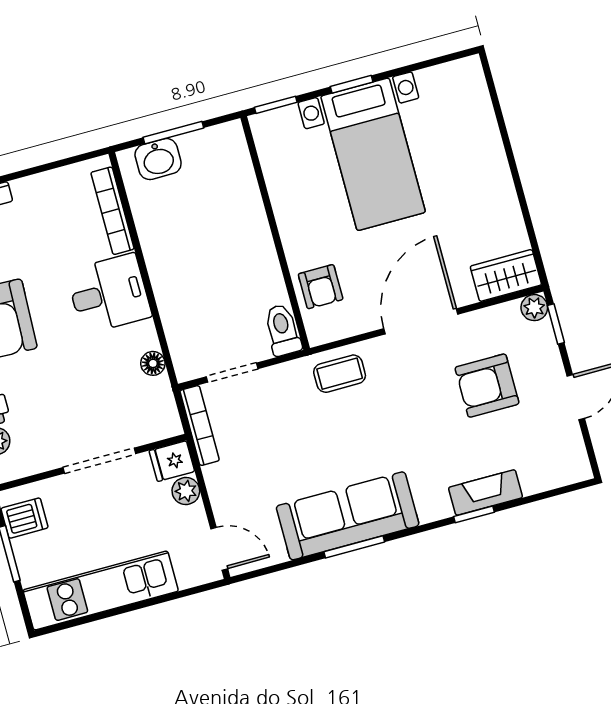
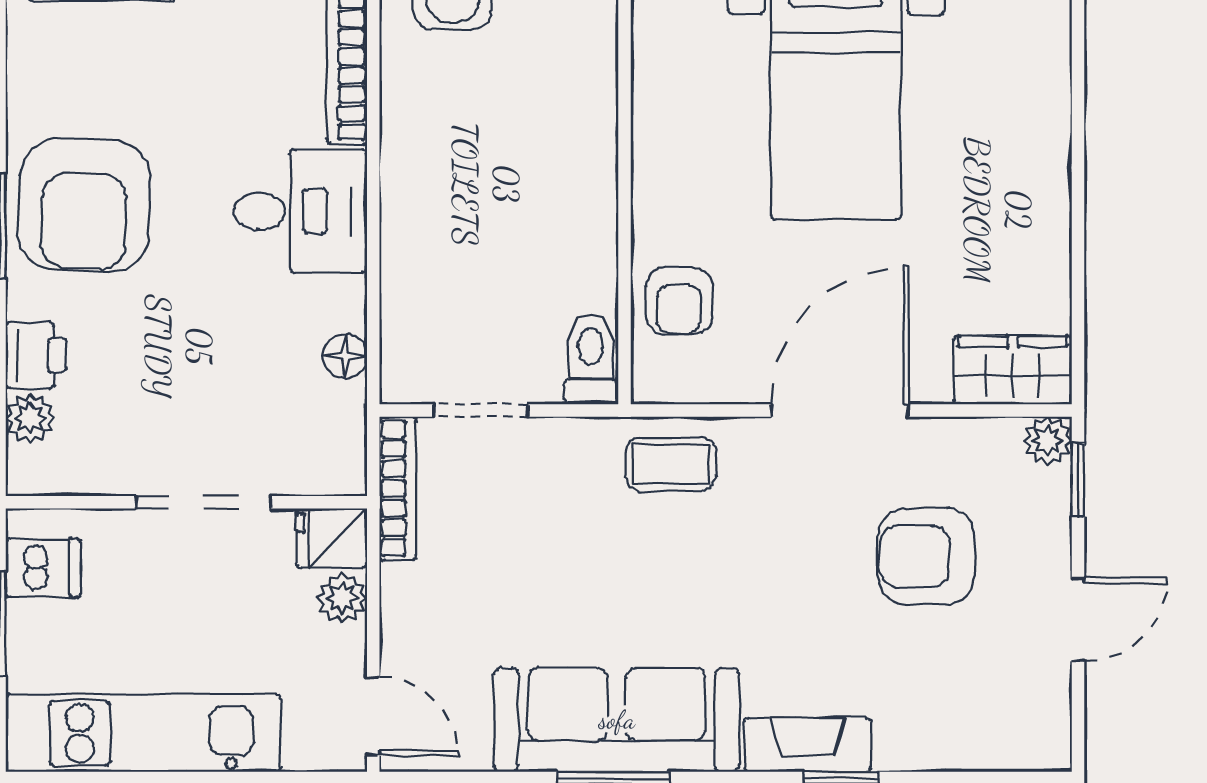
fireplace: (486, 492) -> (808, 745), moved

